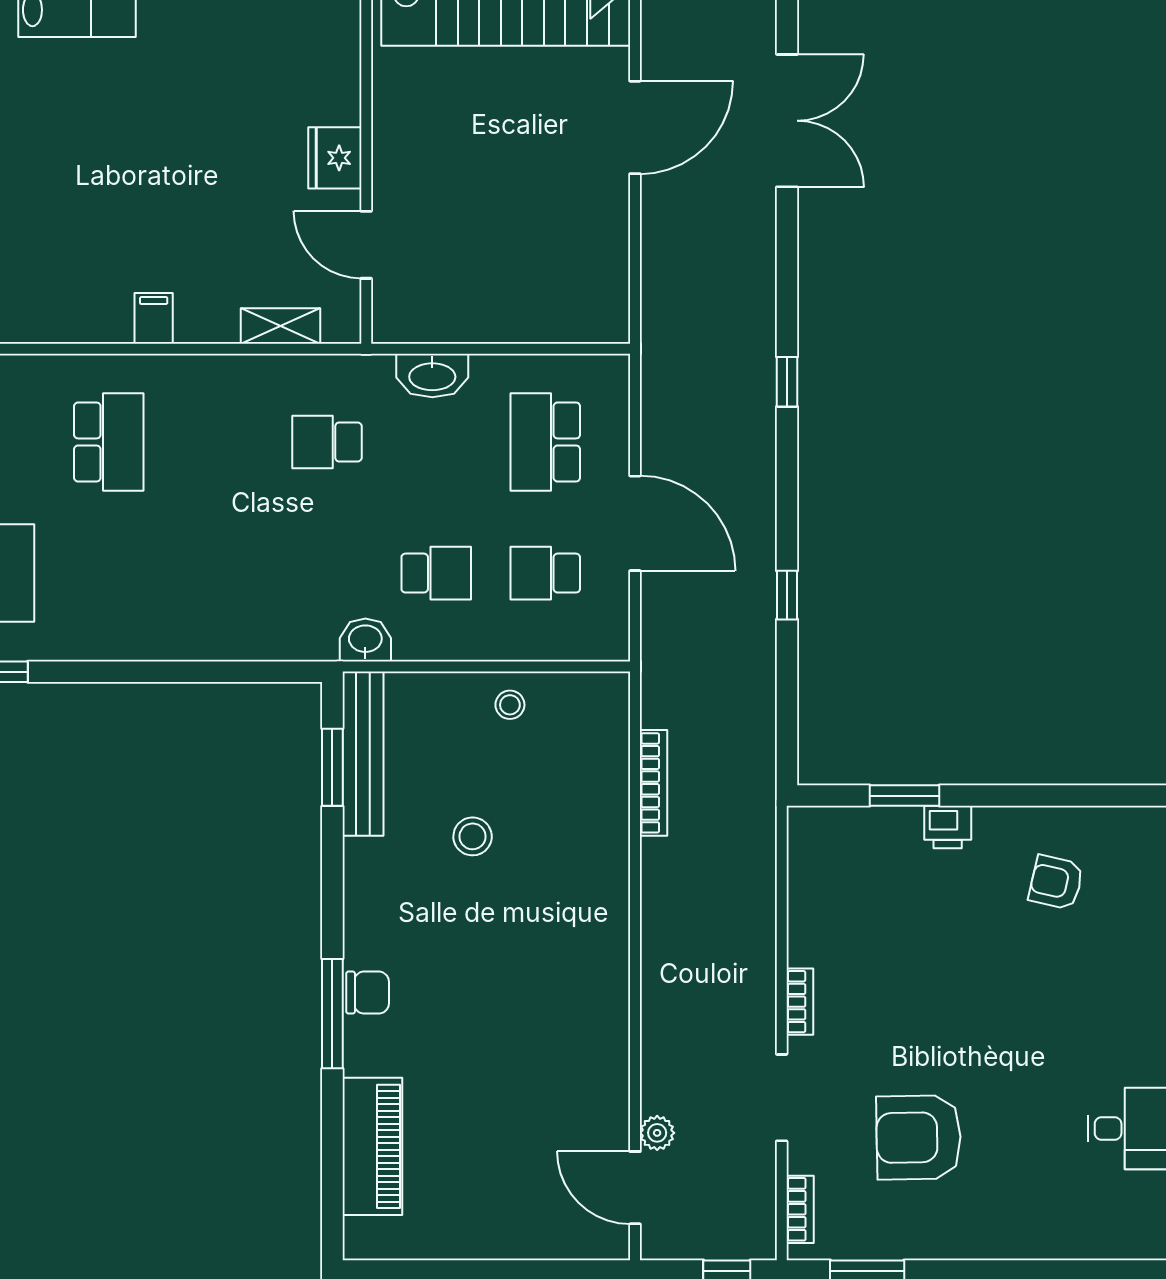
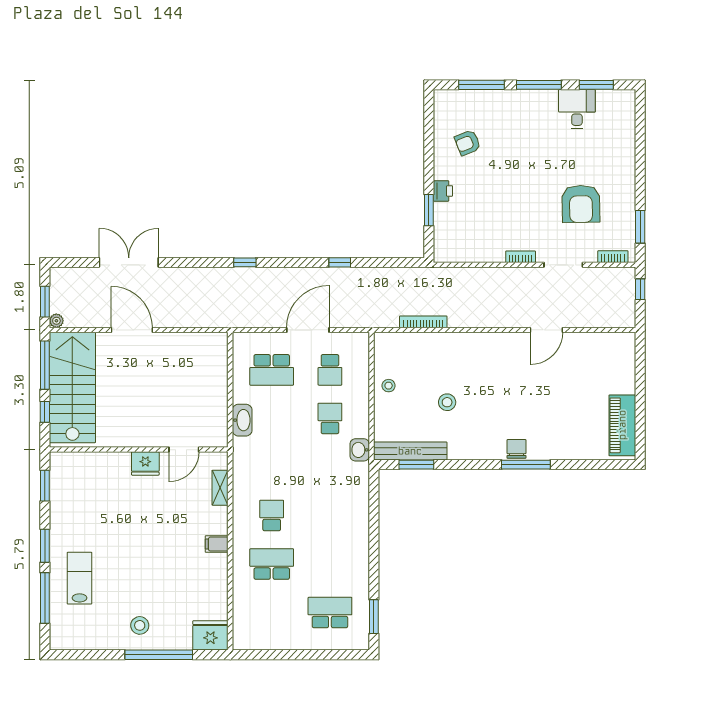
school desk: (327, 442) -> (272, 515), moved, turned 180
armchair: (1056, 882) -> (468, 143), turned 55
plant: (657, 1133) -> (579, 320), removed
piano: (372, 1146) -> (622, 425), moved, turned -90
door: (635, 1188) -> (546, 330), moved

